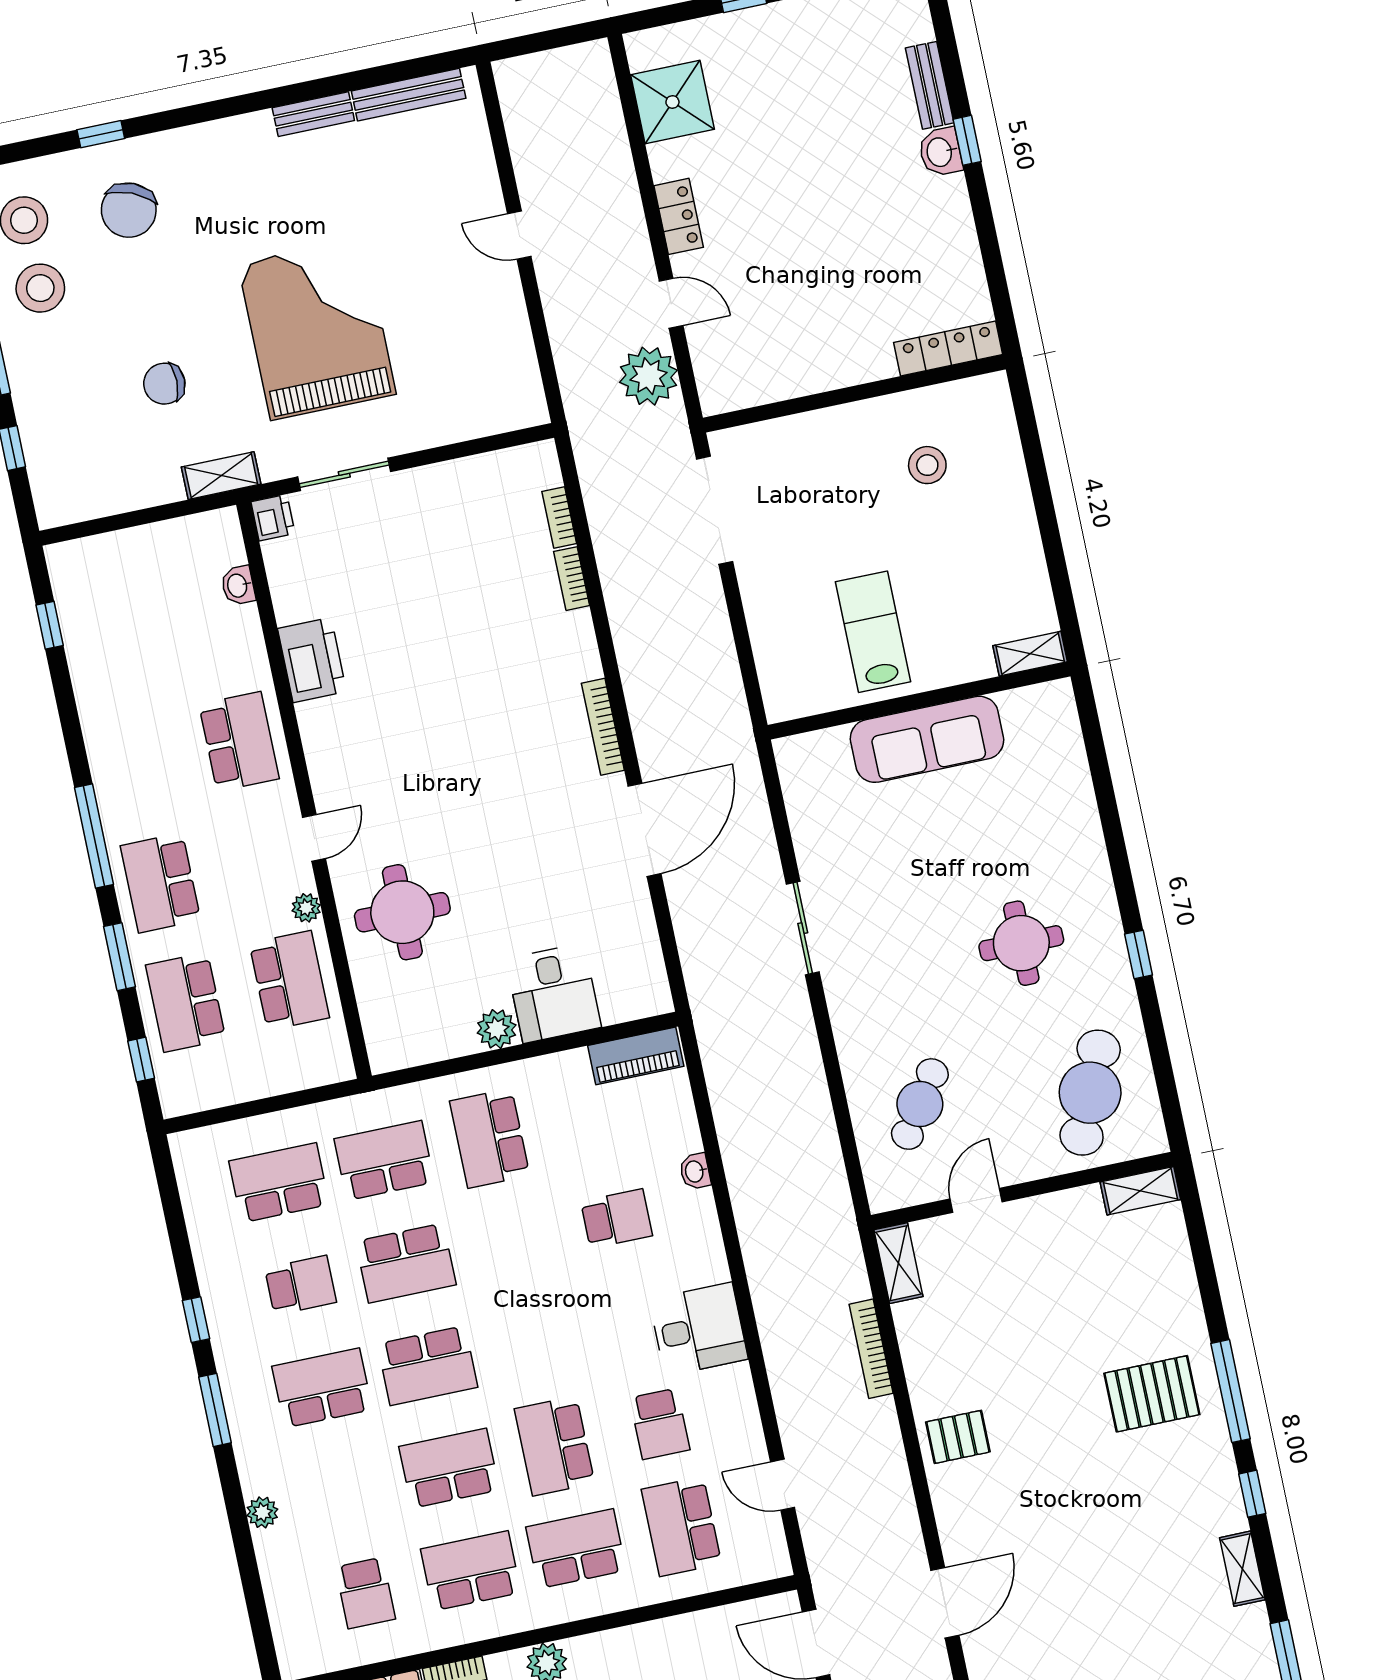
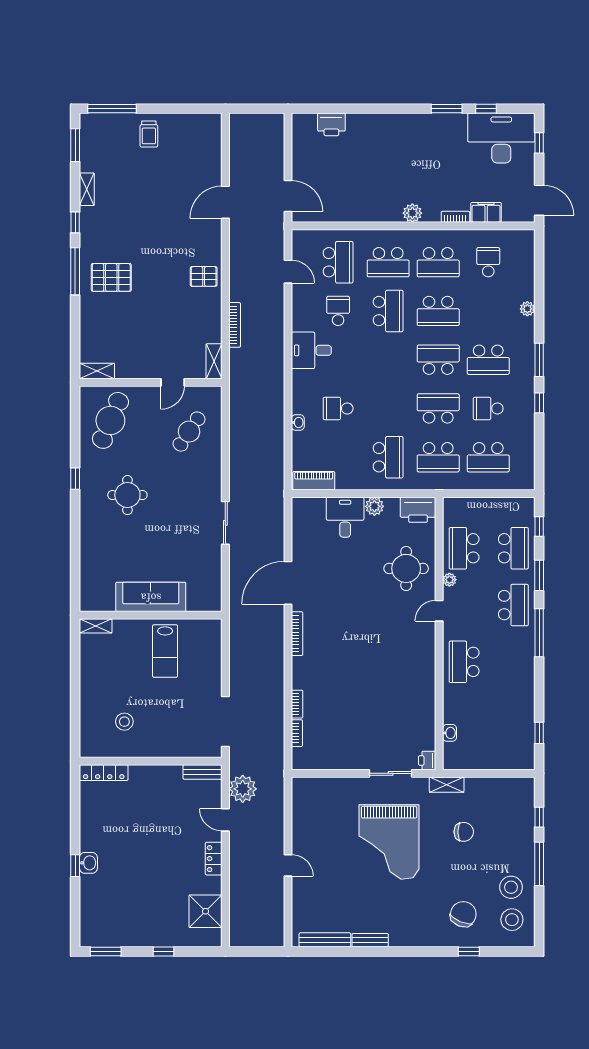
bench: (930, 85) -> (203, 772), moved, turned 90
printer: (312, 660) -> (418, 510), moved, turned -90

